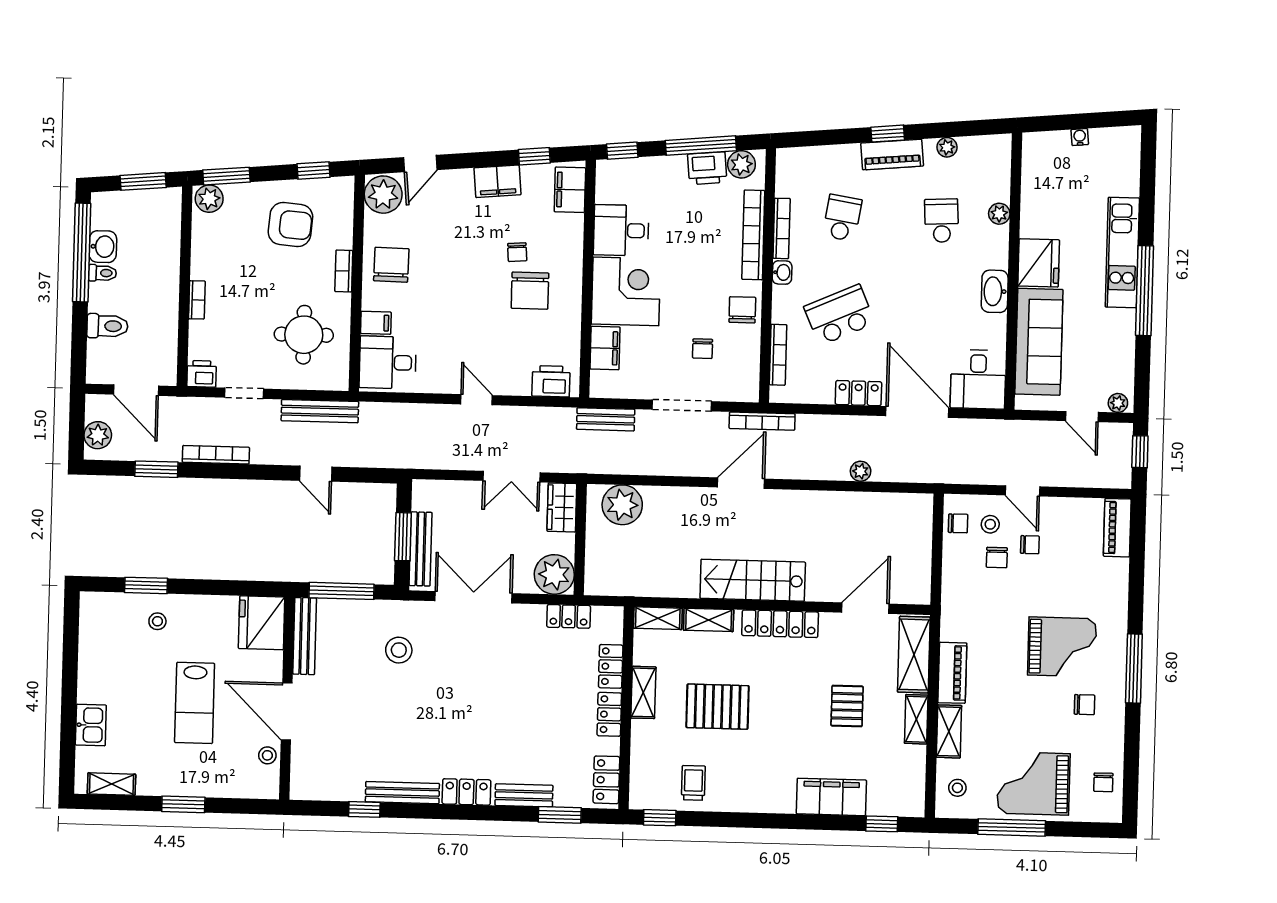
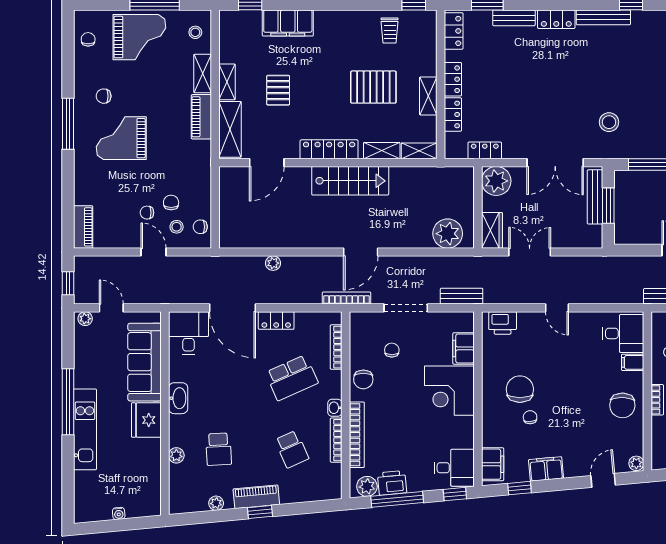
plant: (383, 195) -> (636, 463), width x0.53, depth x0.53
school desk: (842, 218) -> (292, 449), turned -33
desk: (621, 230) -> (454, 468), moved

